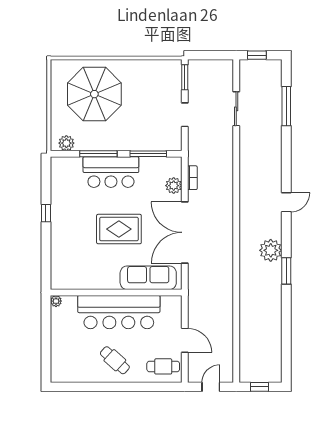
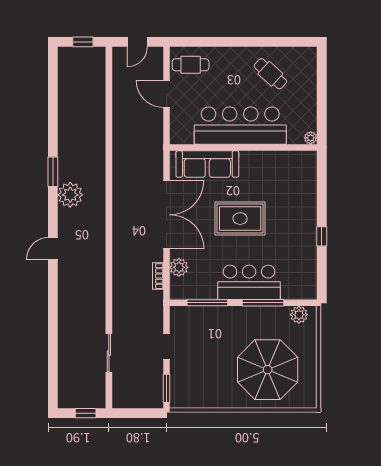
window: (286, 106) -> (53, 356), removed
cafe table: (115, 360) -> (270, 74), moved

